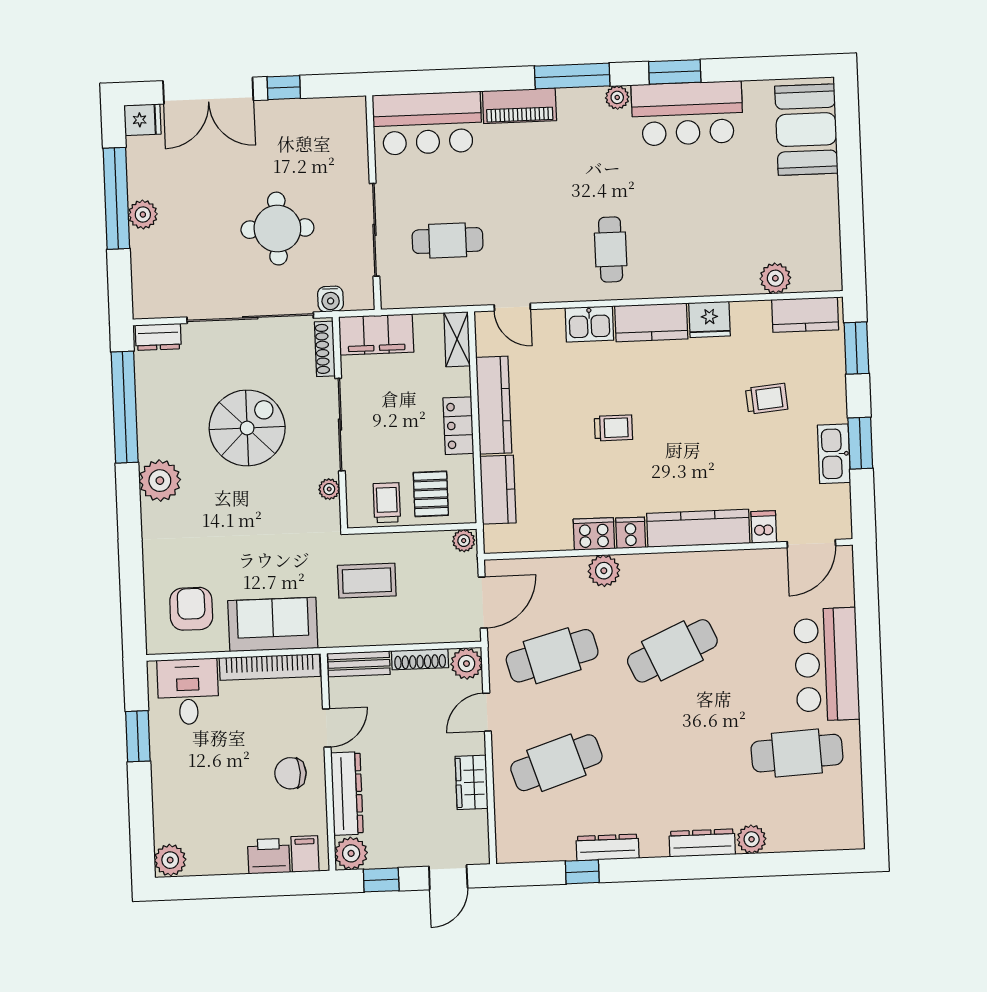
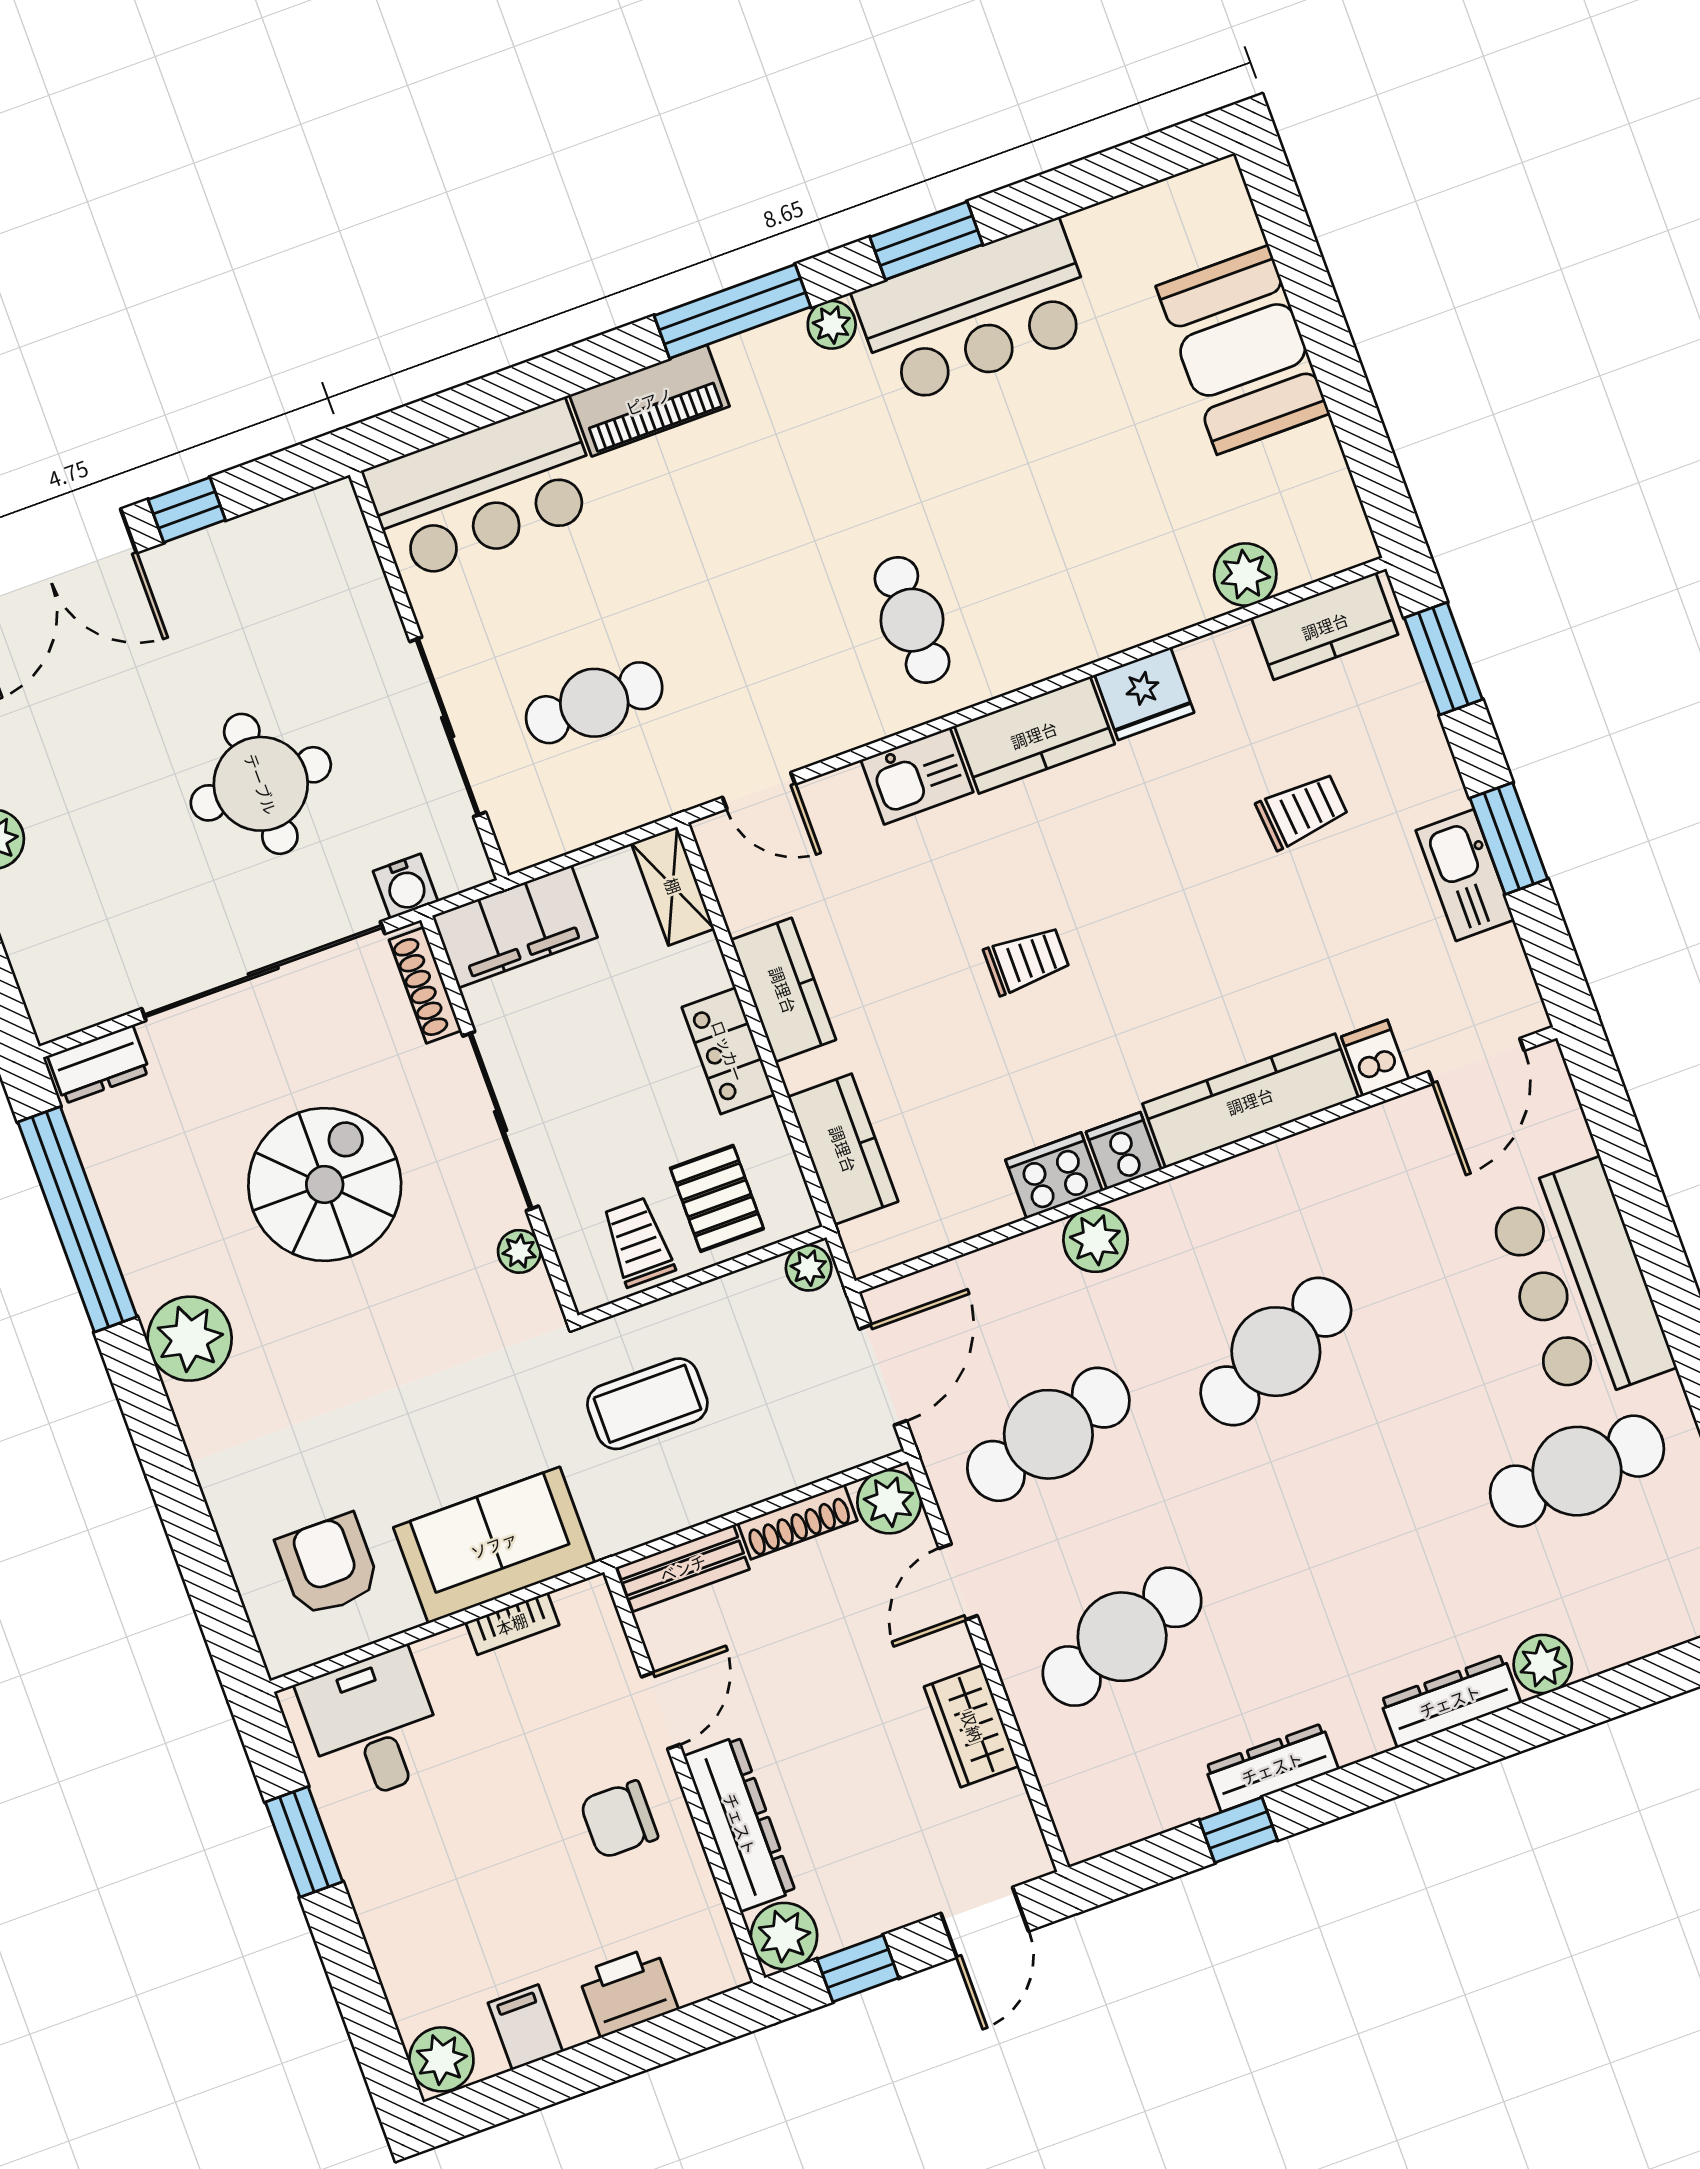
booth: (806, 130) -> (1243, 350), moved
kitchen counter: (494, 405) -> (783, 990), width x0.67
bookcase: (270, 667) -> (512, 1624), width x0.43, depth x0.76
filing cabinet: (305, 854) -> (525, 2027), moved

